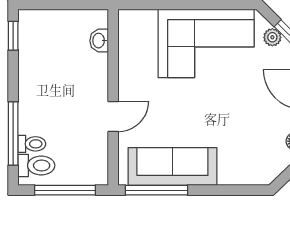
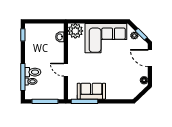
plant: (135, 27) -> (75, 31), added
door: (113, 116) -> (66, 70), swing flipped
toilet: (36, 165) -> (33, 72), moved
sofa: (172, 166) -> (91, 91), width x0.73

